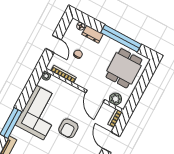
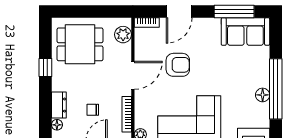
window: (121, 38) -> (45, 67), width x0.32
door: (95, 96) -> (133, 75), moved
armchair: (68, 128) -> (178, 65), moved

